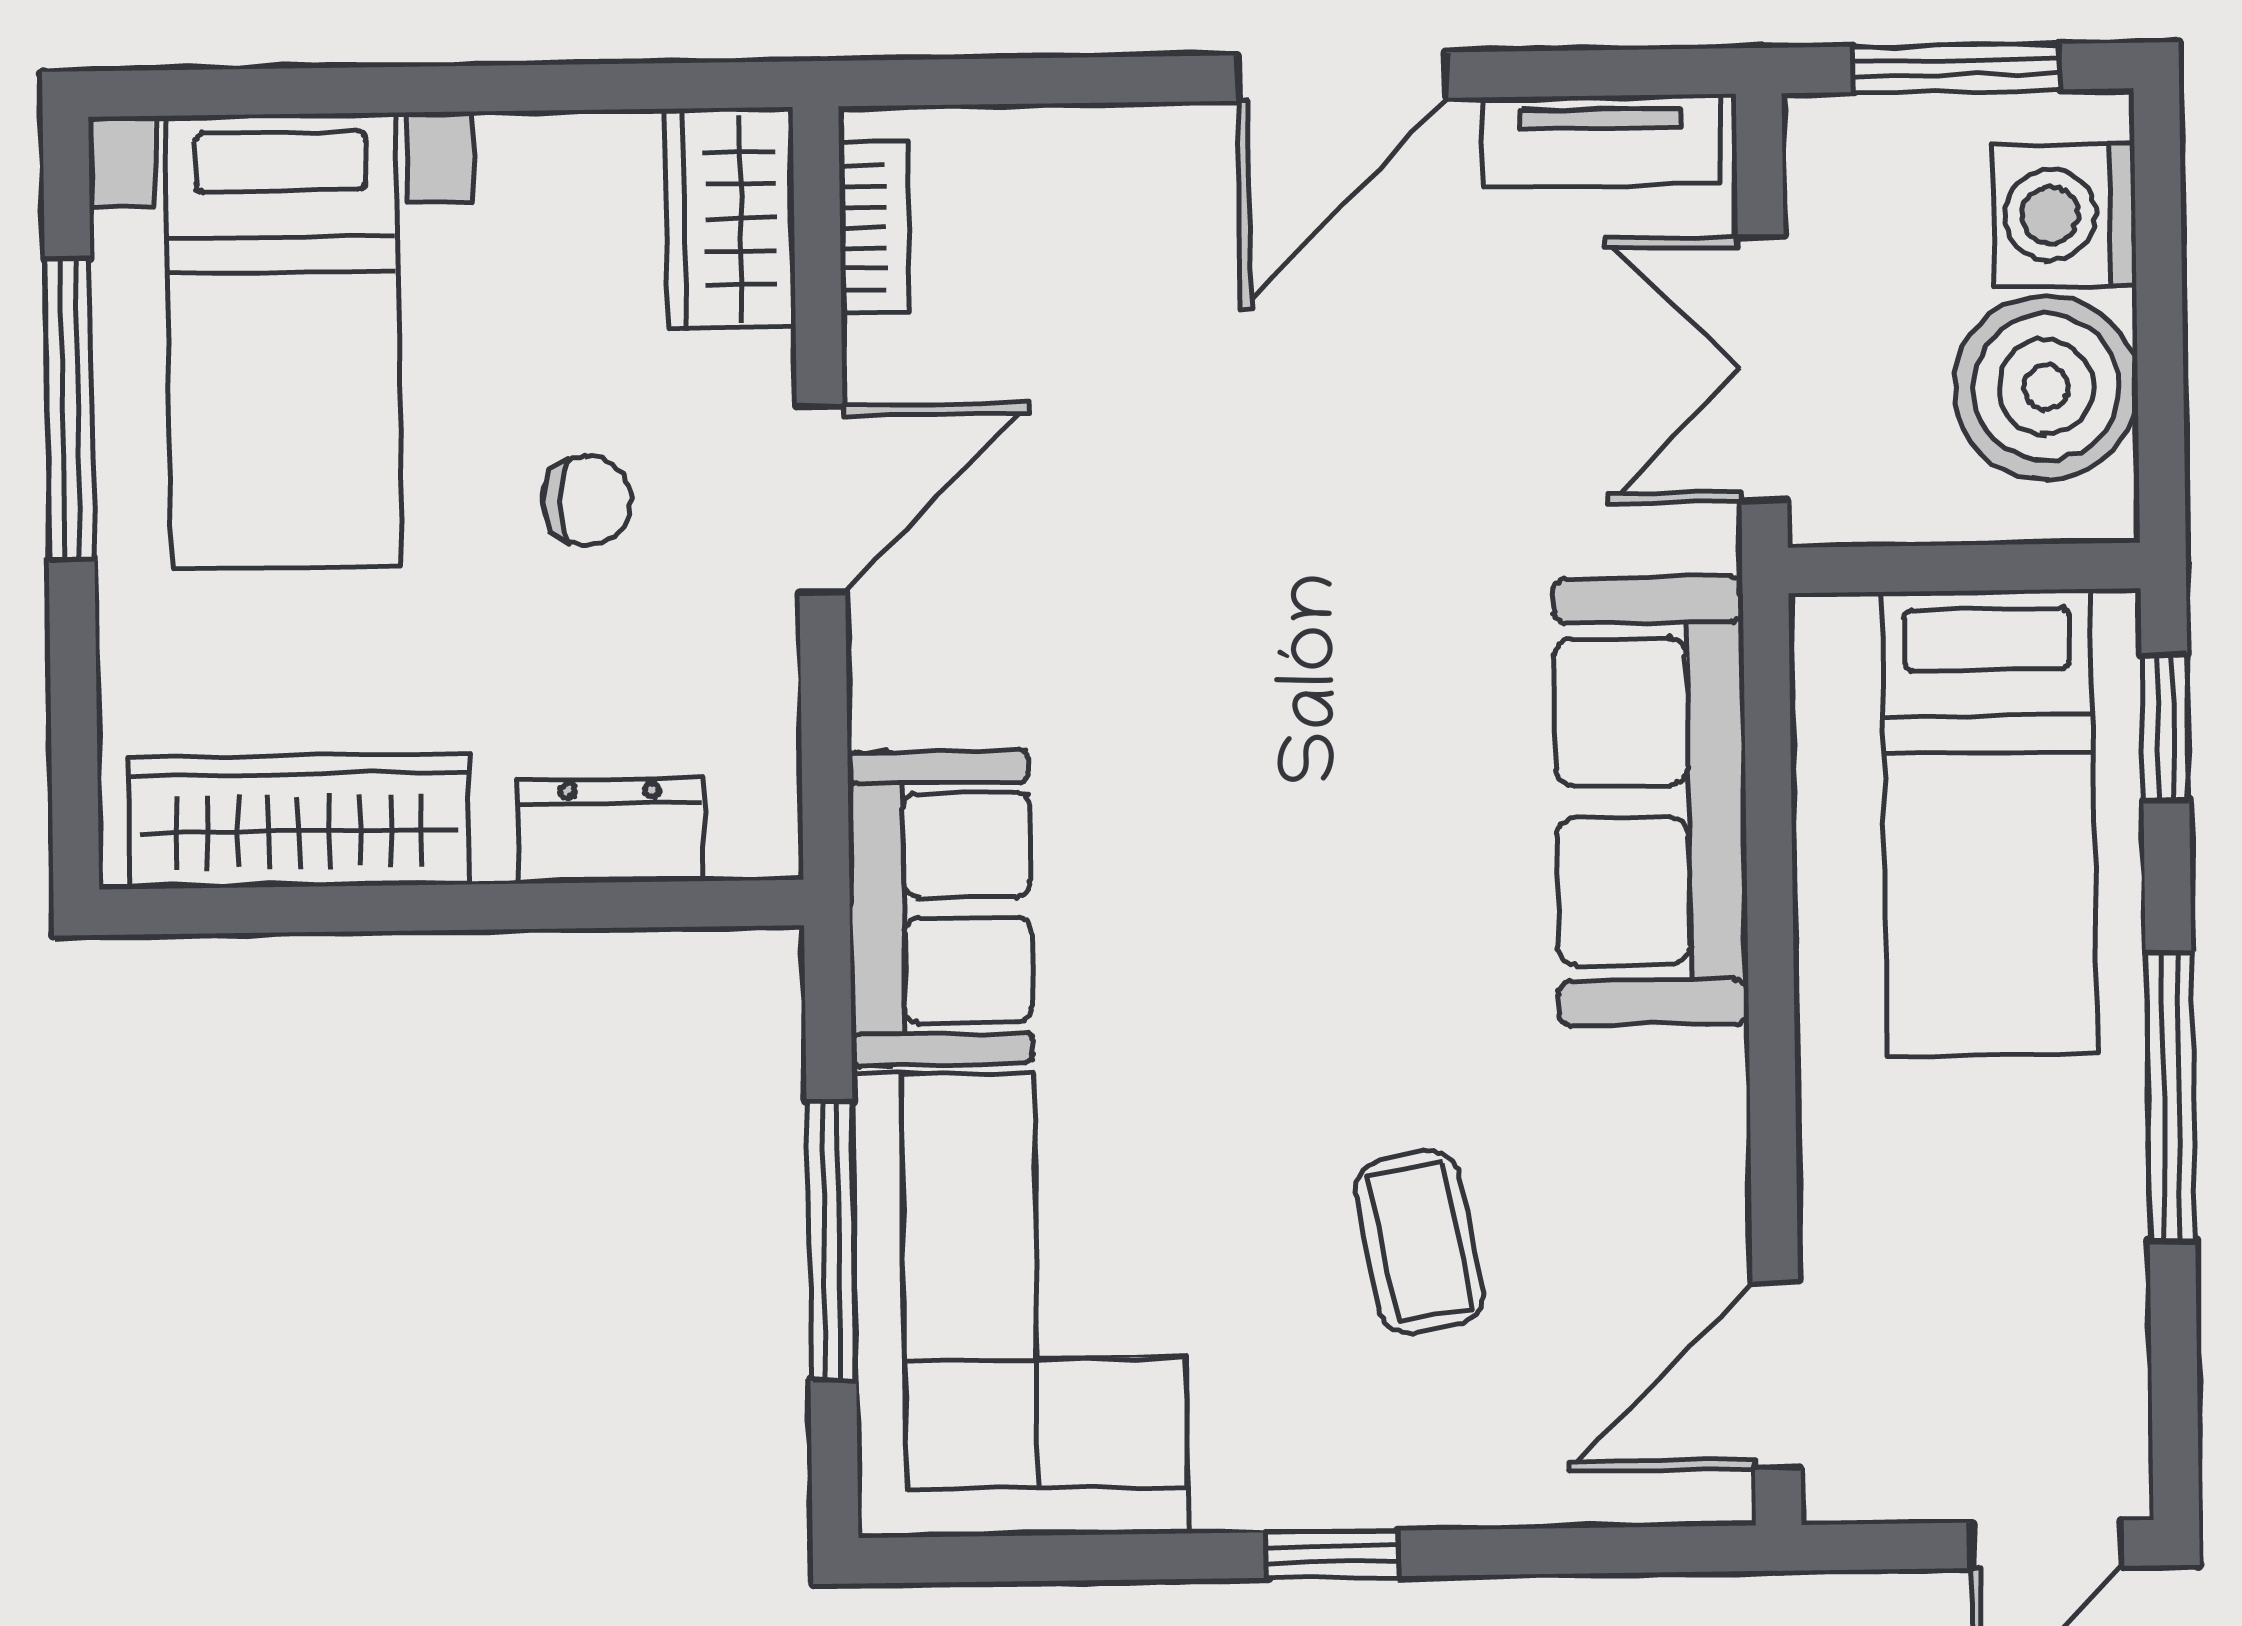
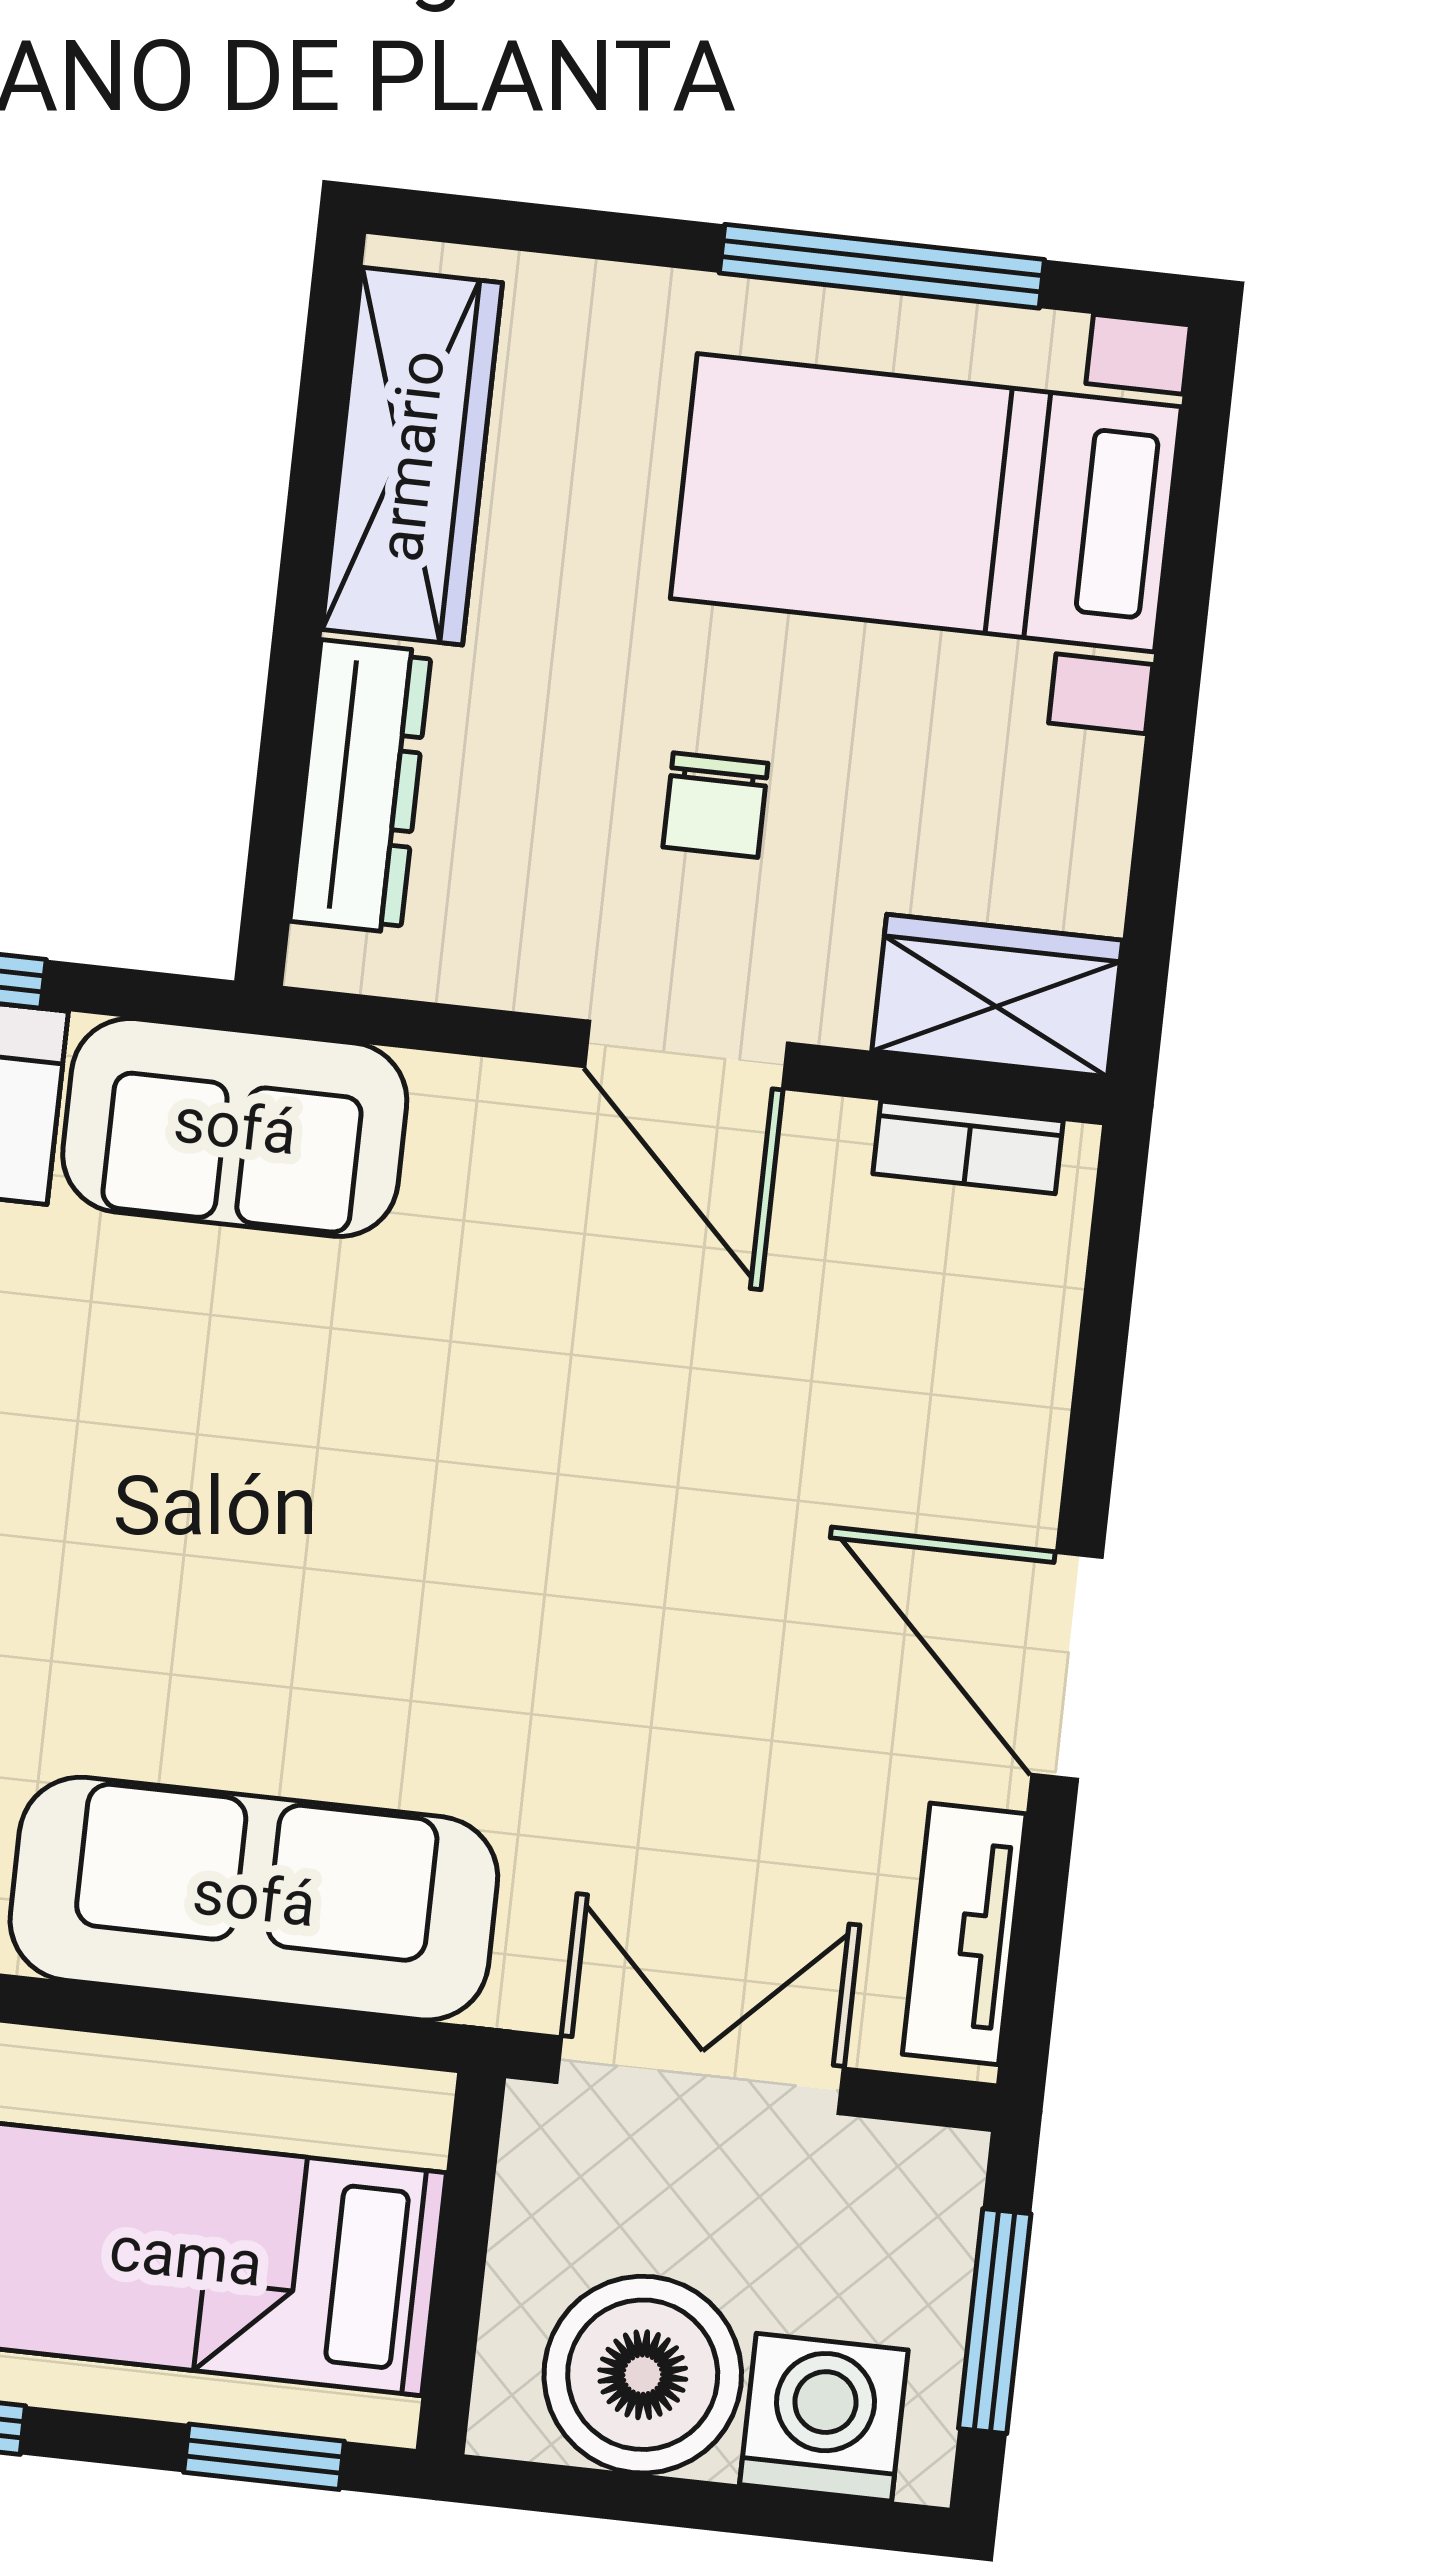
dresser: (610, 831) -> (361, 786), width x1.44

